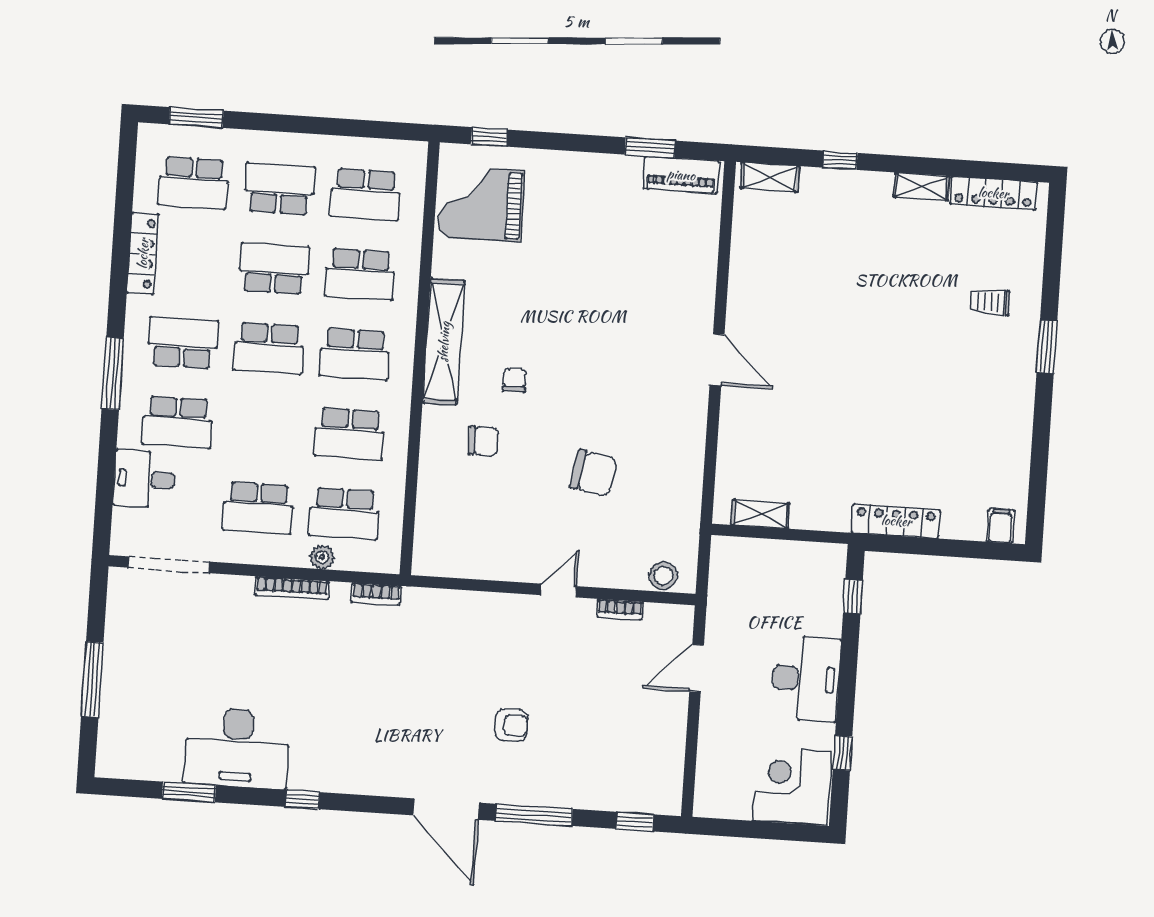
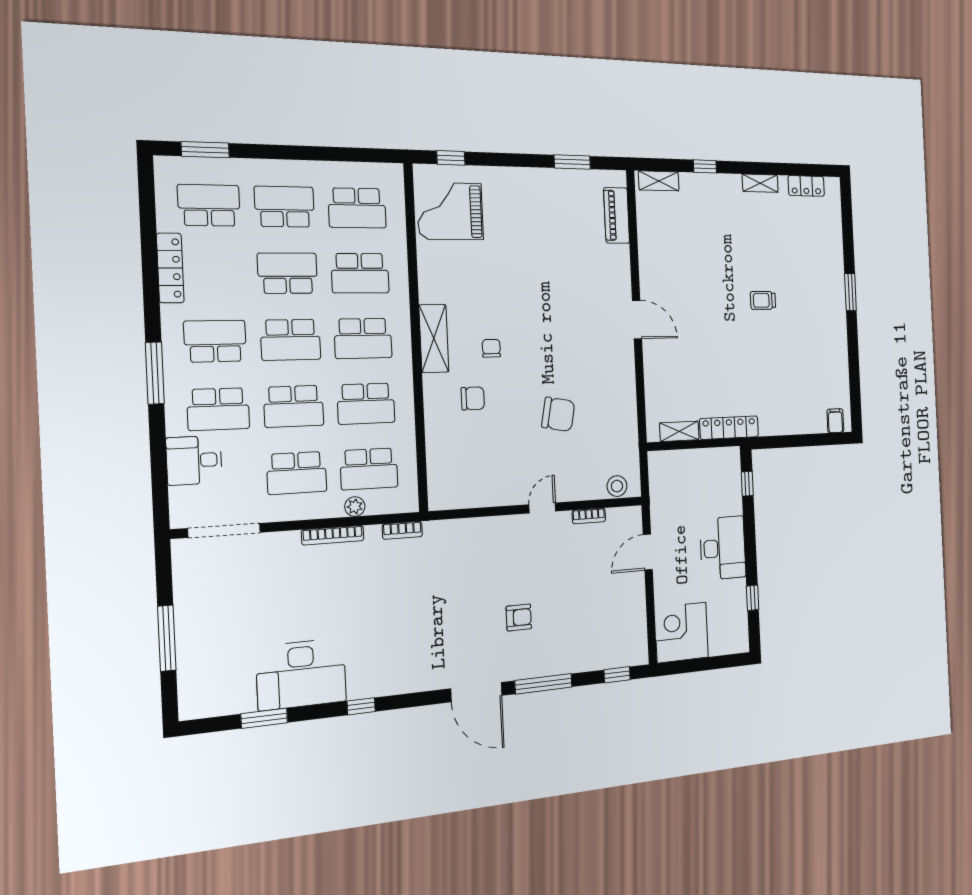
piano: (681, 175) -> (617, 215), moved, turned 90
school desk: (193, 183) -> (209, 205), turned 180
locker: (993, 193) -> (806, 186), width x0.66
trolley: (990, 302) -> (763, 300), moved
shelving: (444, 342) -> (434, 338), width x0.68
school desk: (263, 428) -> (294, 406), added
locker: (896, 521) -> (729, 428), moved
corner desk: (792, 786) -> (682, 632), moved

